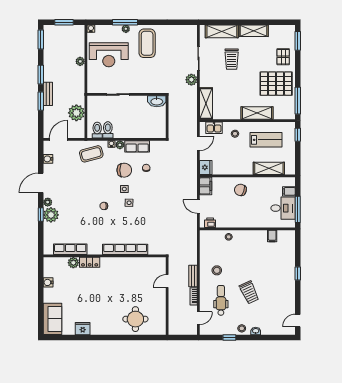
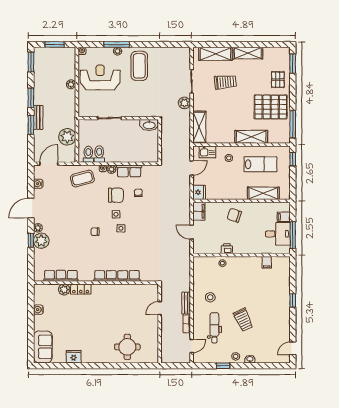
reception desk: (109, 55) -> (100, 78), turned 180
trolley: (232, 59) -> (225, 82), turned -95
printer: (210, 223) -> (227, 249), moved

